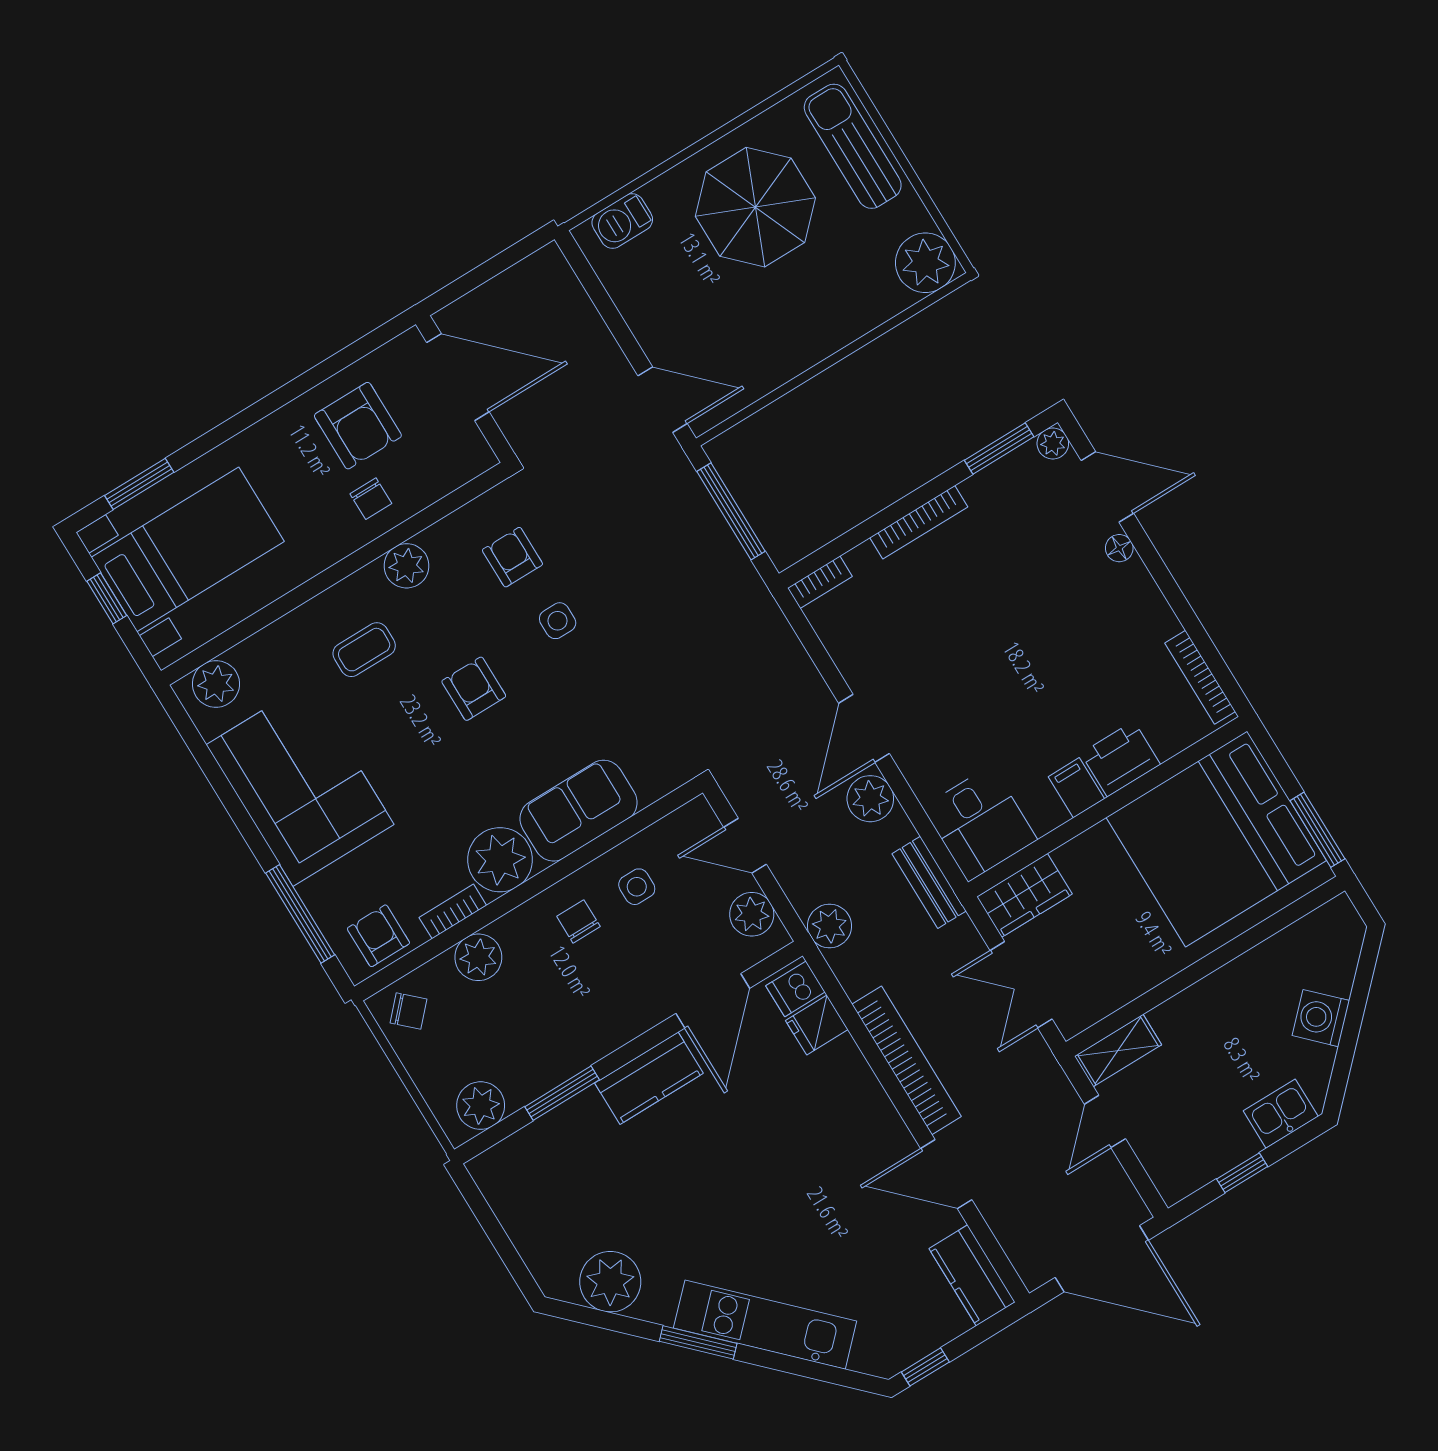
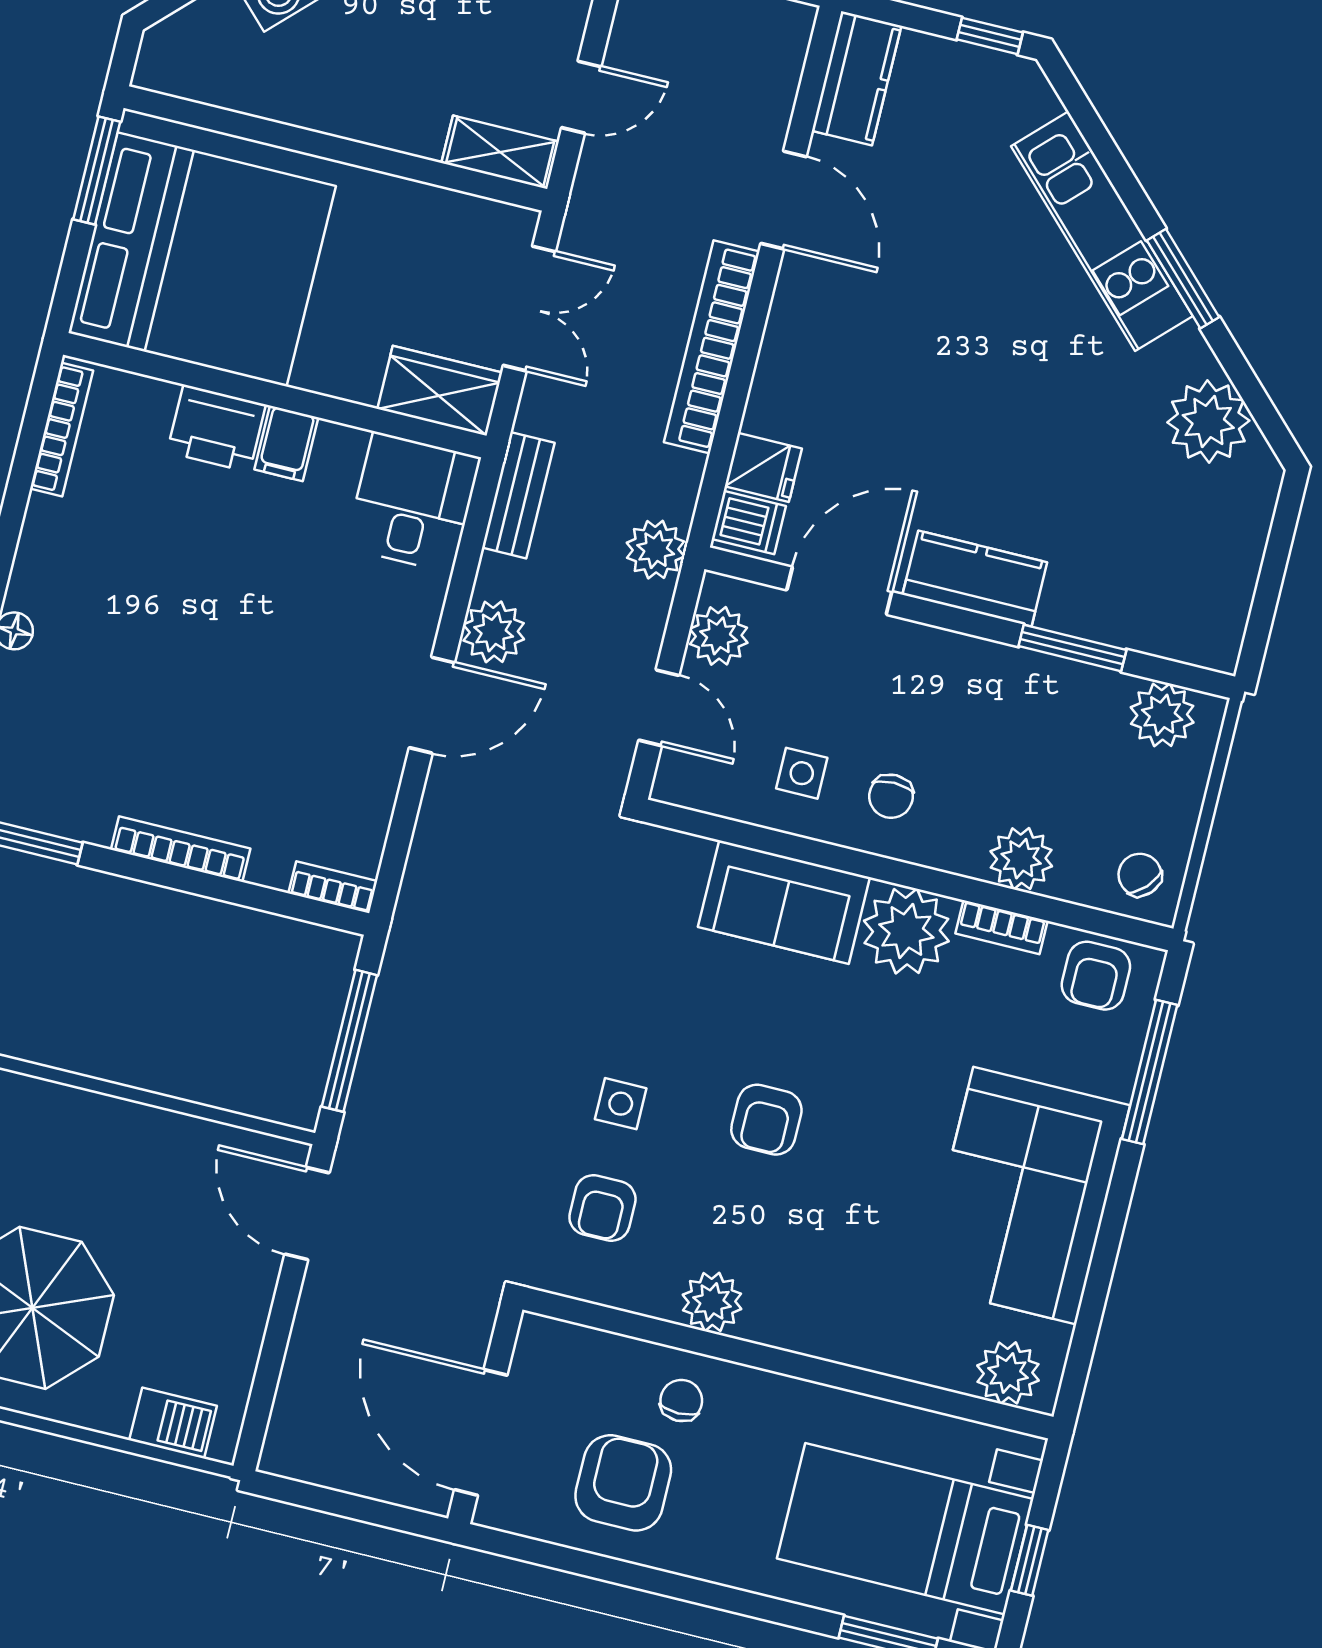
coffee table: (364, 650) -> (833, 1263), removed

